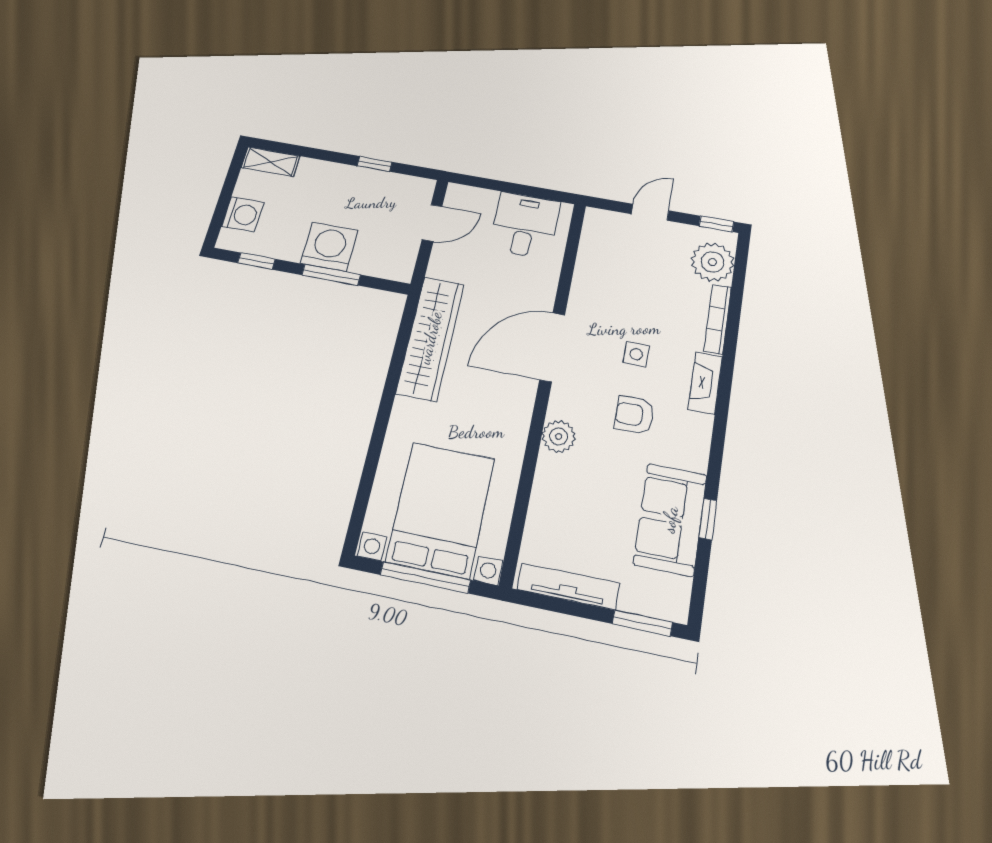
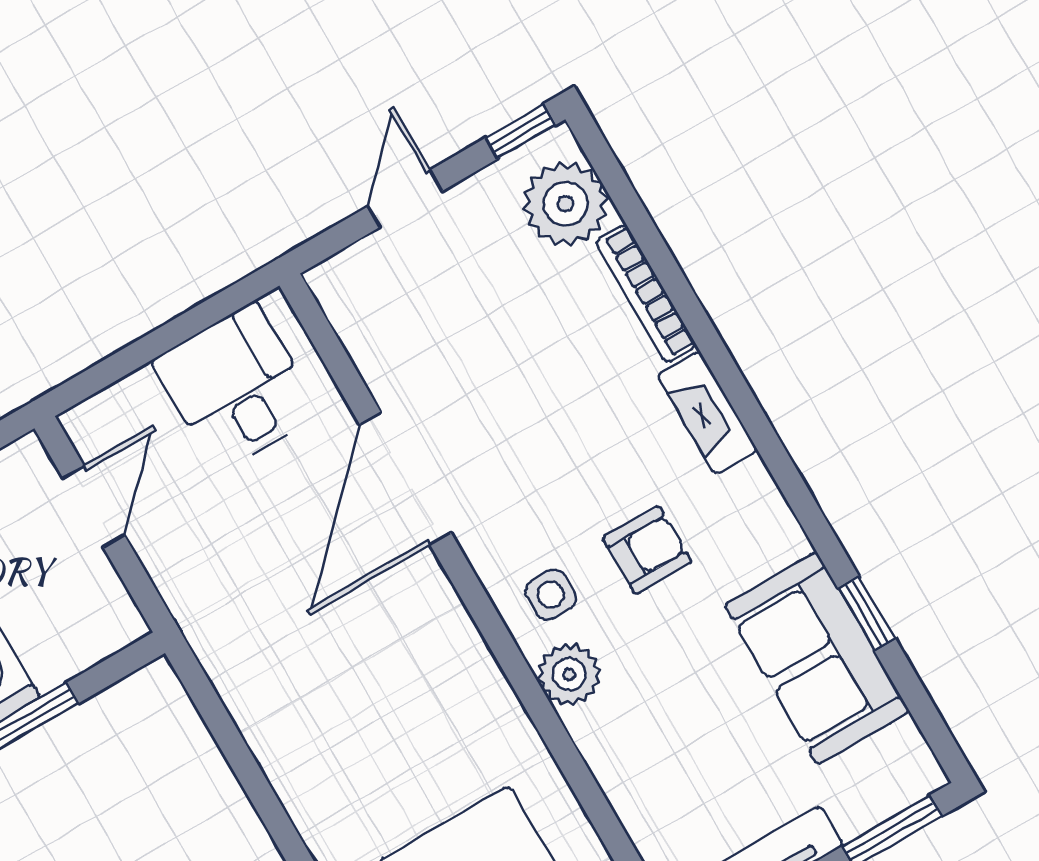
wardrobe: (430, 338) -> (260, 690), removed
door: (552, 347) -> (405, 479), moved
side table: (636, 354) -> (551, 595), moved
armchair: (634, 415) -> (647, 550), turned 180

